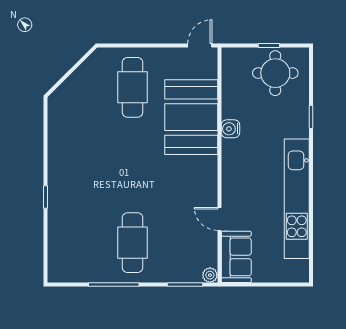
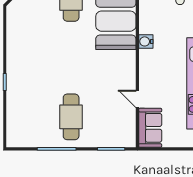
water cooler: (230, 129) -> (146, 41), moved
plant: (210, 275) -> (130, 142), removed

